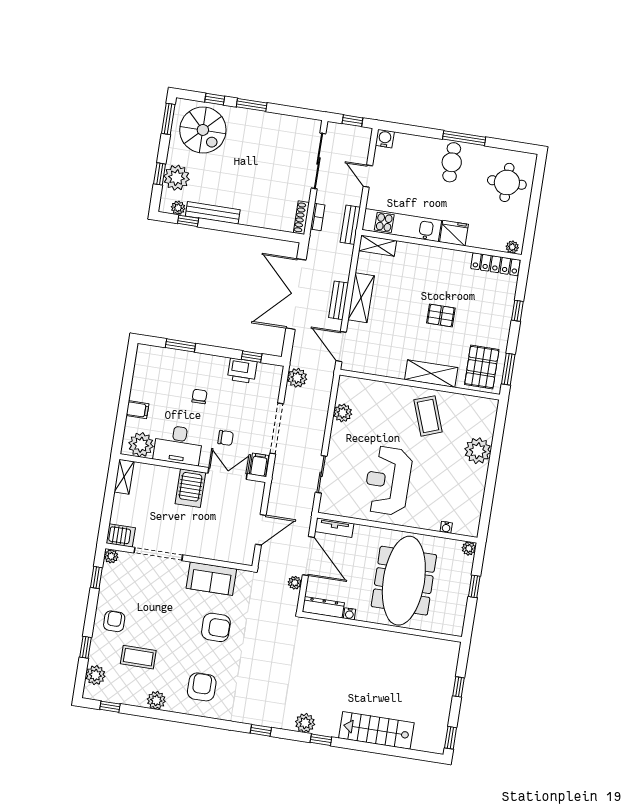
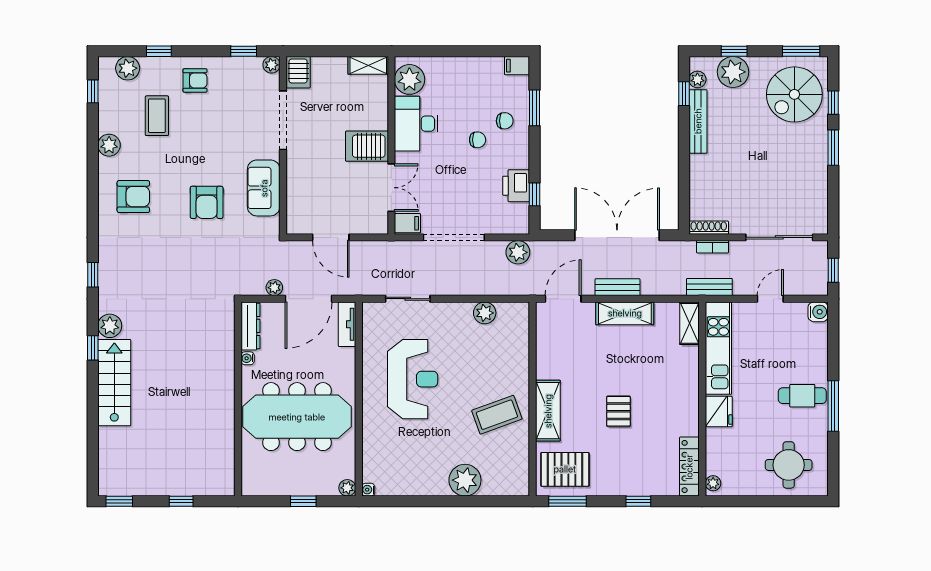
filing cabinet: (137, 410) -> (517, 66), moved, turned 90
chair: (226, 438) -> (505, 121), moved, turned -90
reception desk: (388, 481) -> (413, 379), turned 90
water cooler: (446, 527) -> (368, 490), moved
stairs: (376, 730) -> (114, 383), moved

